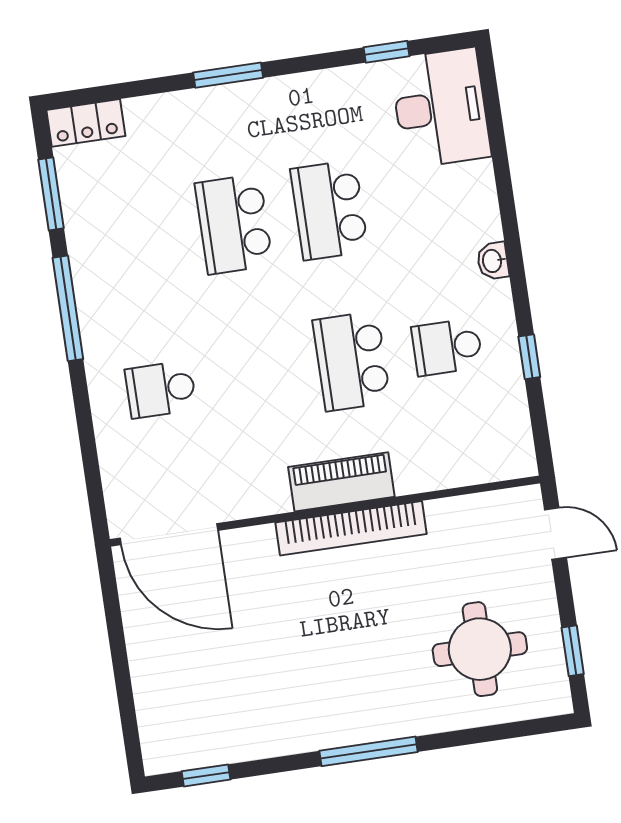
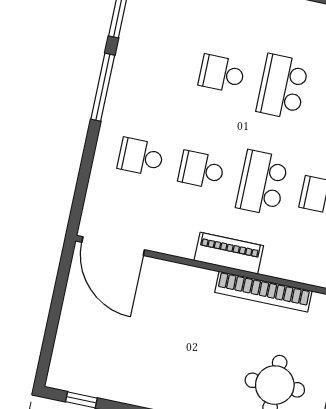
school desk: (234, 224) -> (222, 74), width x0.54
school desk: (256, 375) -> (201, 170), added
bookcase: (351, 528) -> (263, 292), moved

